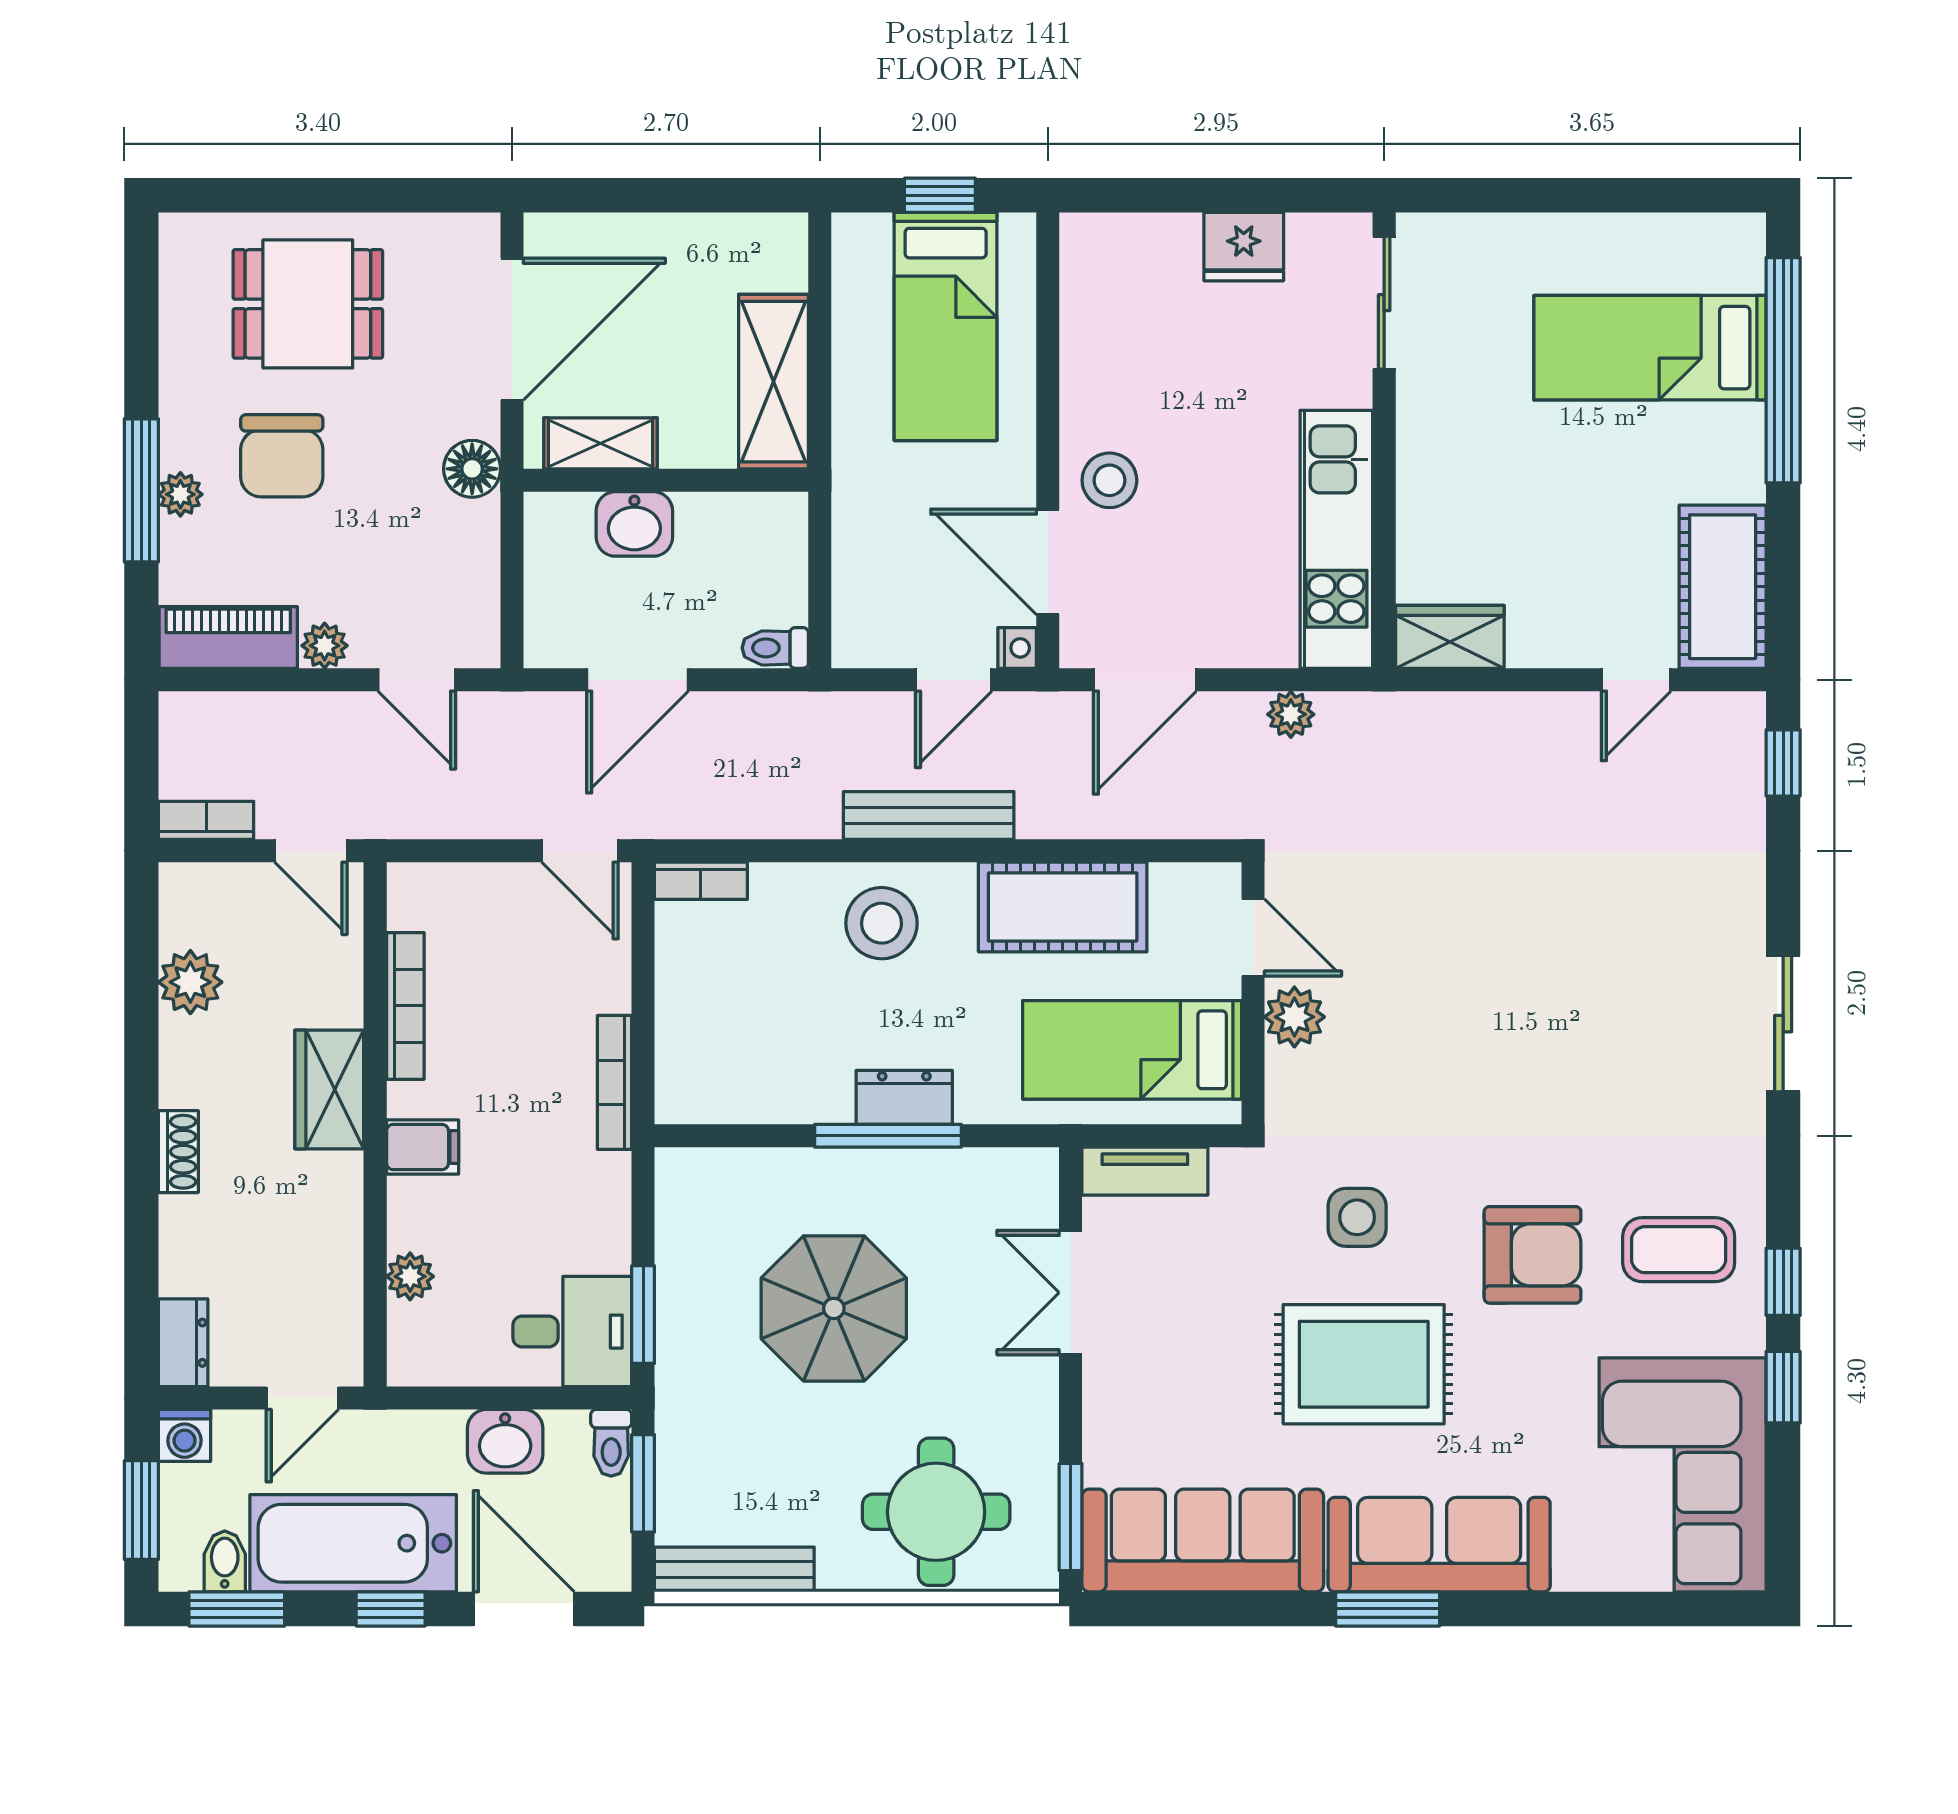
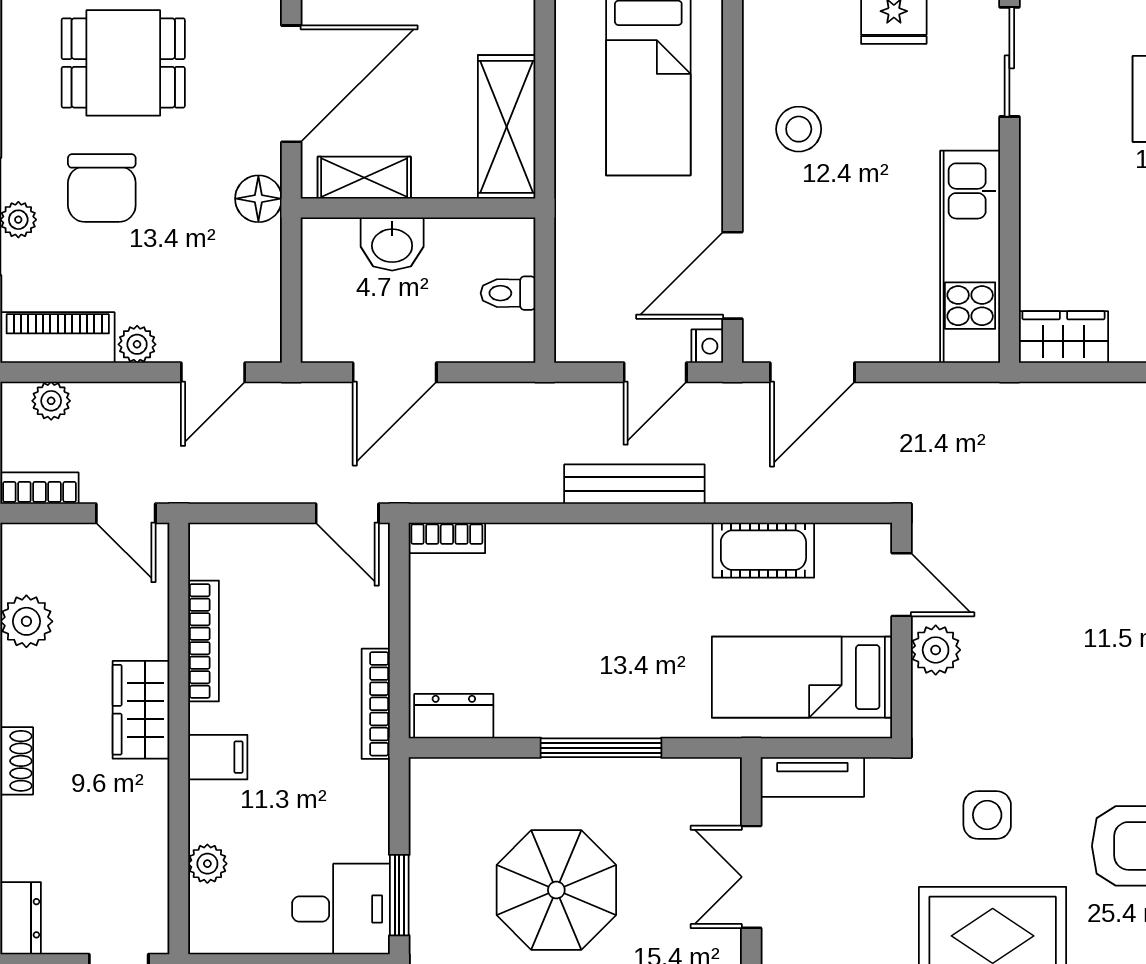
stool: (1109, 480) -> (799, 129), moved
door: (1048, 562) -> (732, 275), hinge flipped
toilet: (775, 648) -> (508, 293), moved
door: (417, 680) -> (213, 372), hinge flipped
plant: (1291, 714) -> (51, 401), moved
cot: (1063, 907) -> (763, 550), width x0.73, depth x0.75
stool: (882, 923) -> (596, 573), removed
dresser: (904, 1097) -> (454, 716), moved

